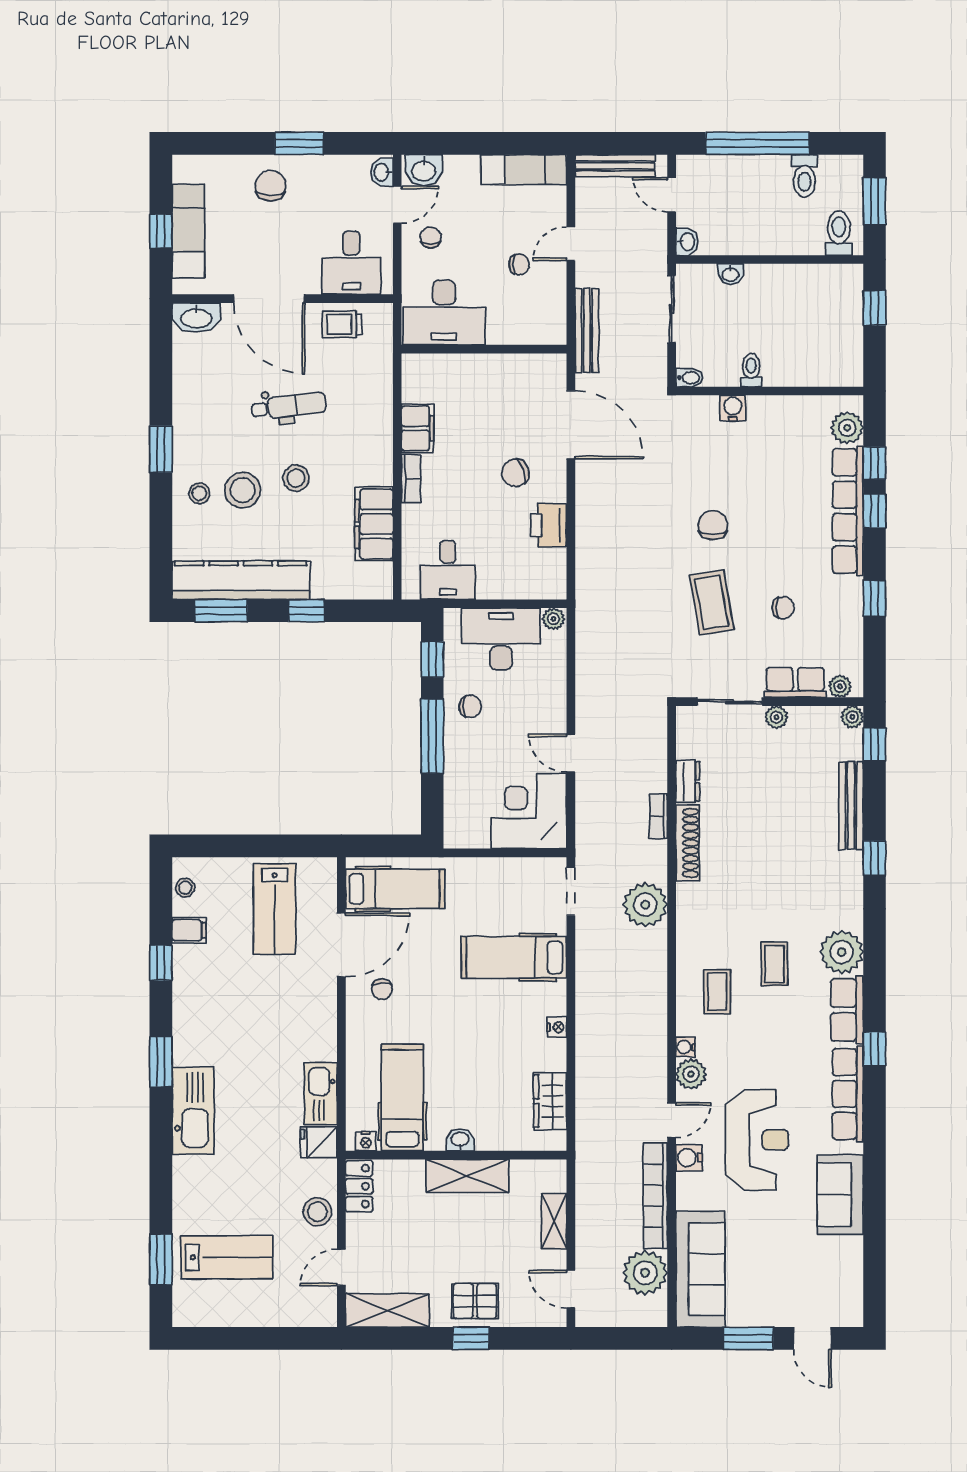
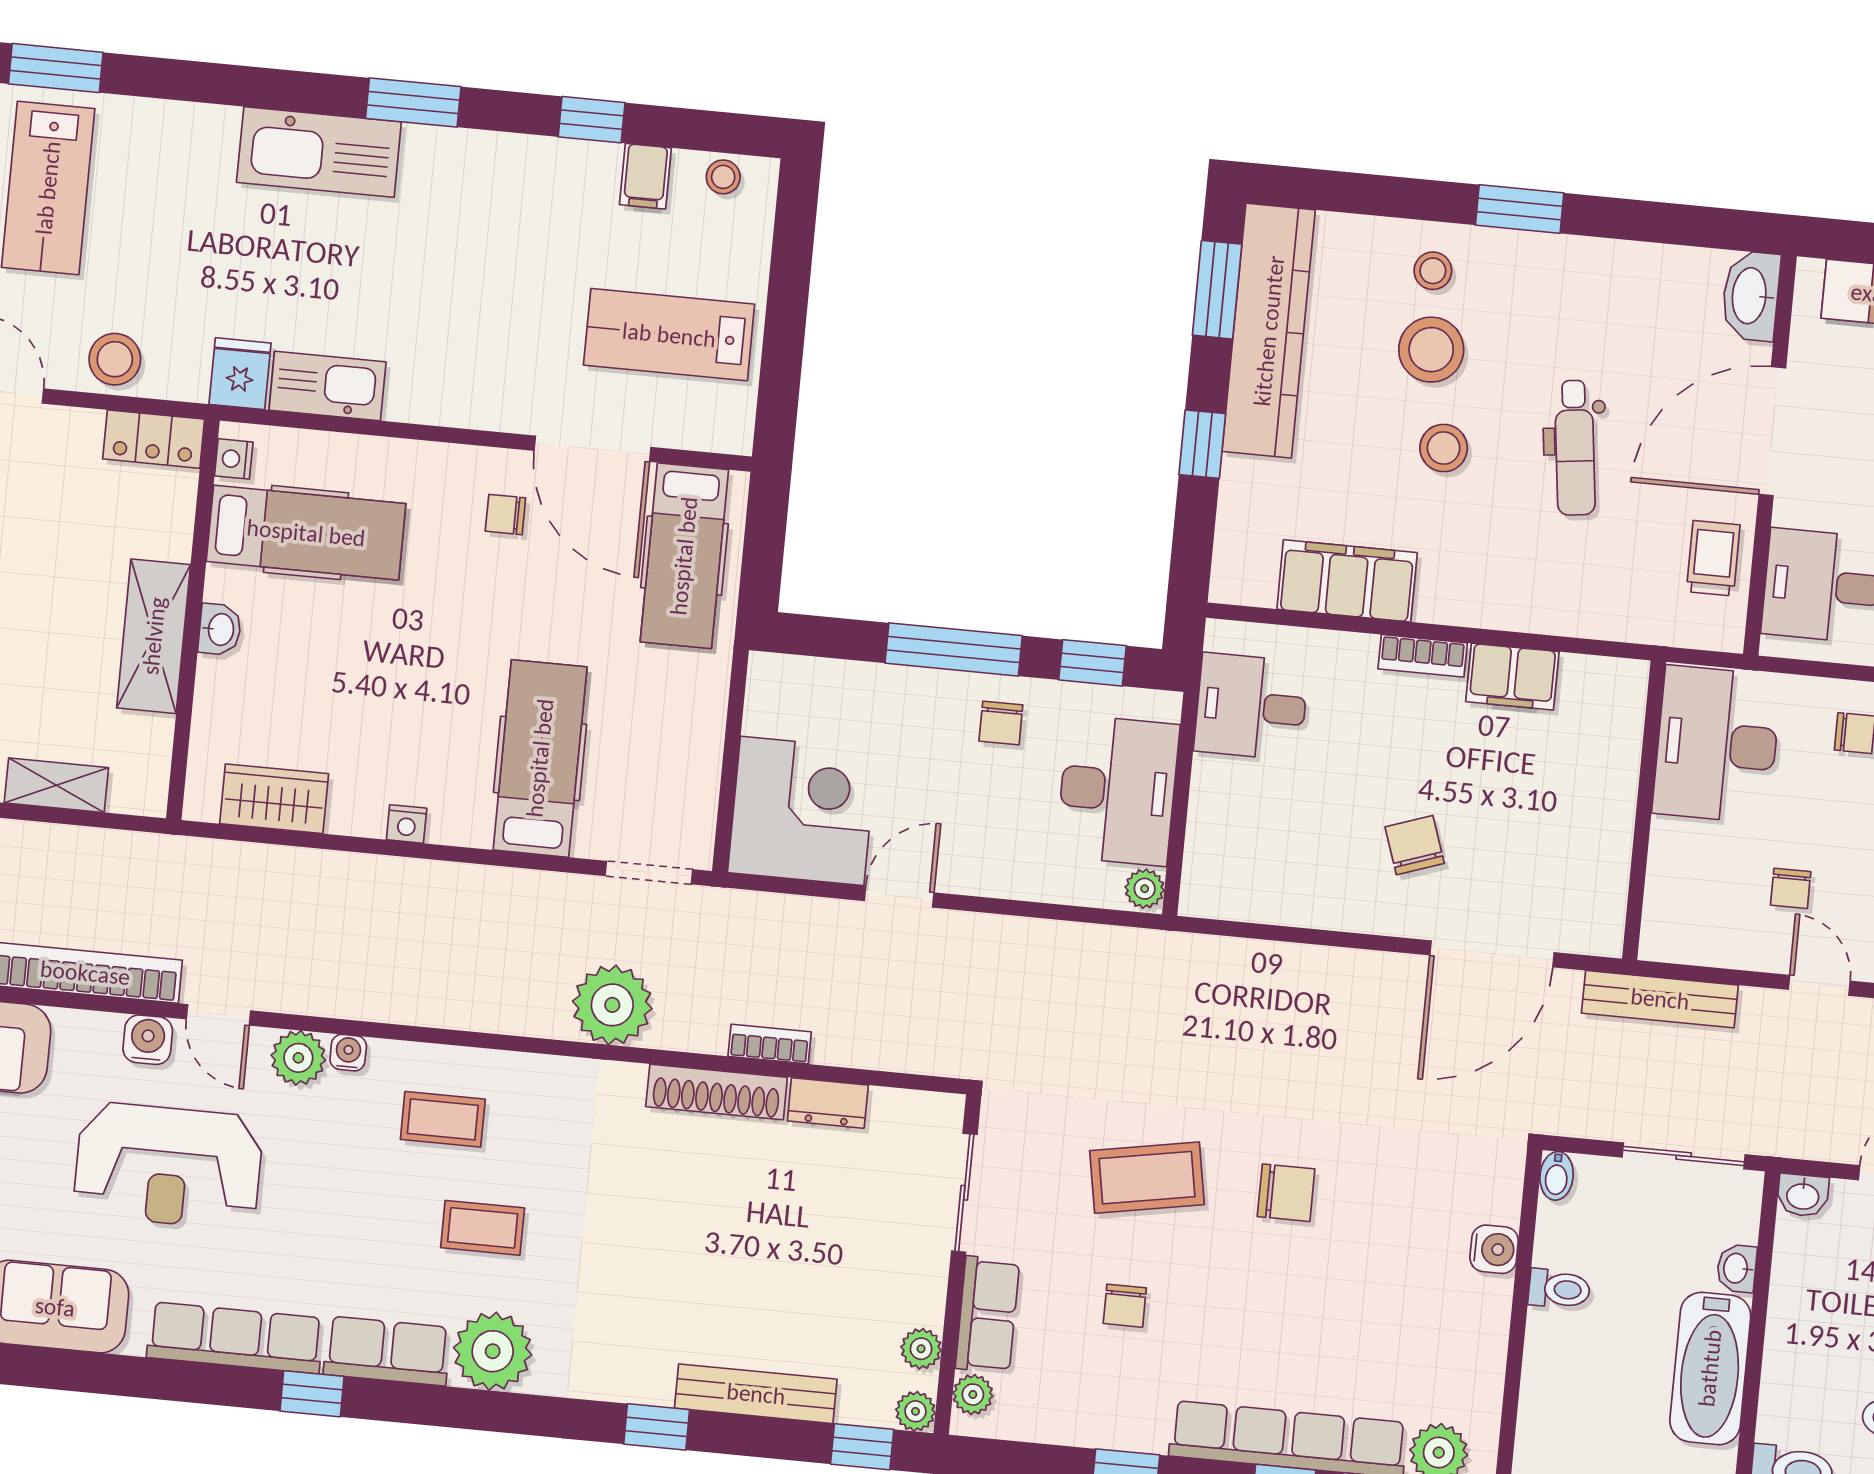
bathtub: (787, 283) -> (1710, 1368), added
printer: (549, 525) -> (1315, 896), removed
plant: (776, 717) -> (921, 1349), moved

